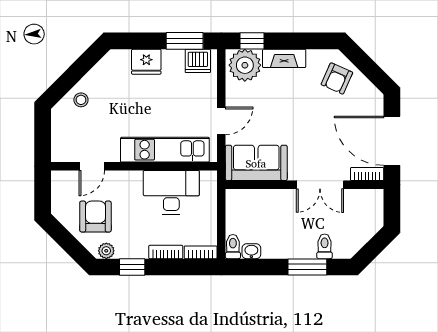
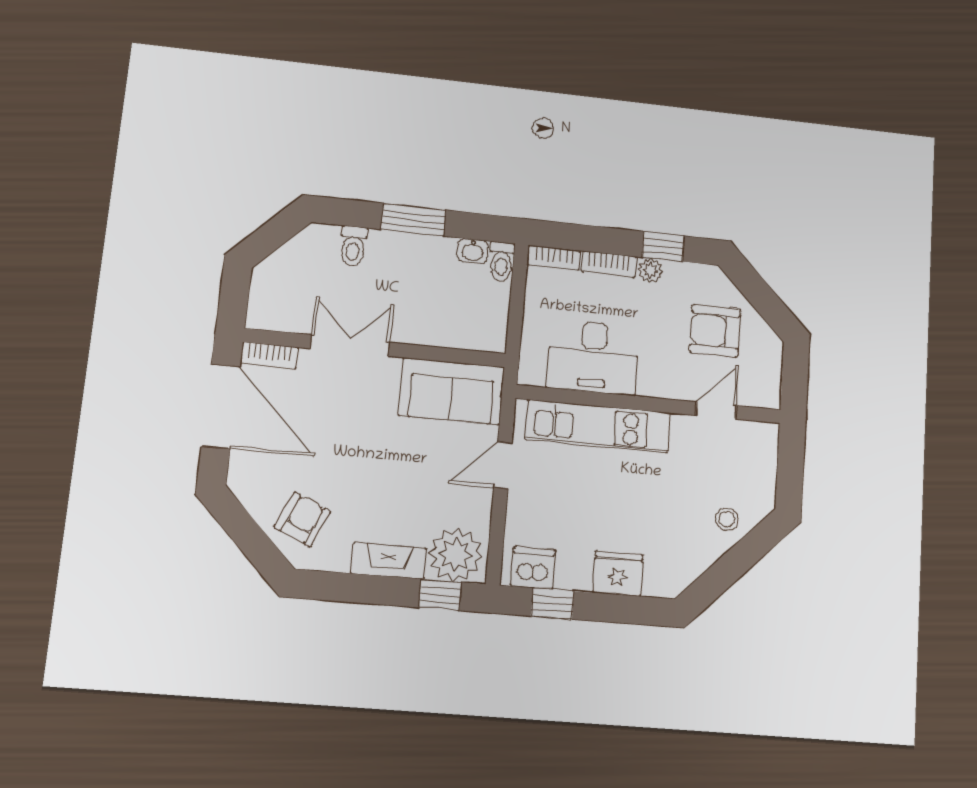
window: (185, 41) -> (552, 604), width x0.67
armchair: (95, 216) -> (715, 331), turned 90
plant: (106, 251) -> (650, 270), moved
window: (307, 267) -> (413, 220), moved

